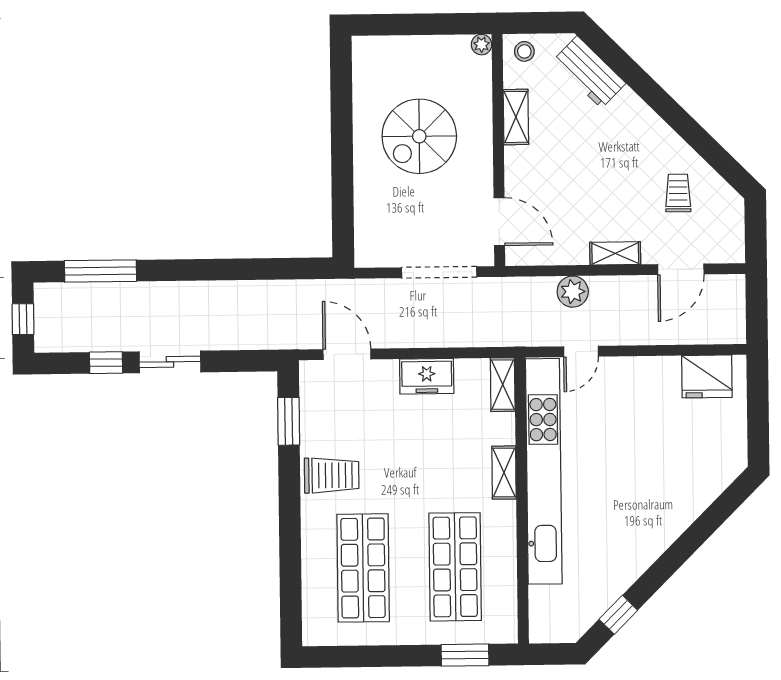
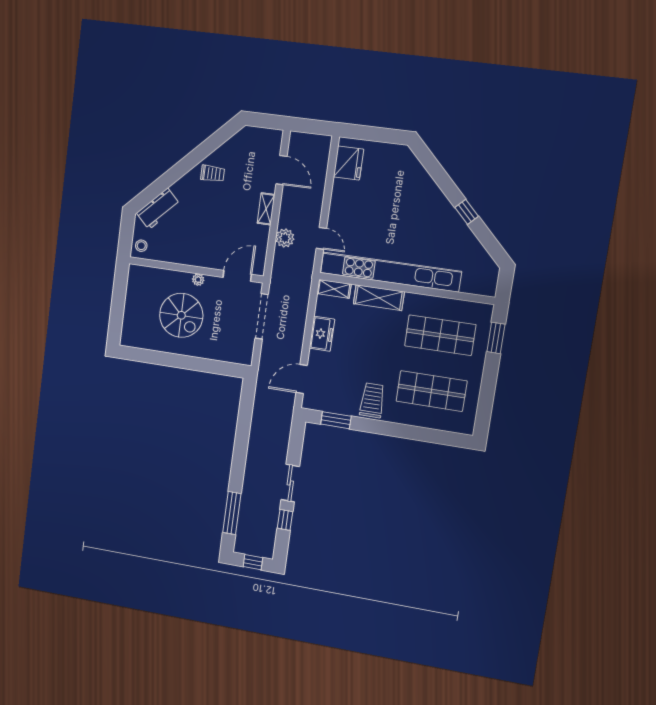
plant: (482, 45) -> (198, 280), moved
shelving: (516, 117) -> (178, 257), removed
trolley: (678, 193) -> (213, 173), moved, turned 180
shelving: (504, 473) -> (379, 298), width x1.50, depth x1.33
window: (618, 615) -> (467, 212), moved

